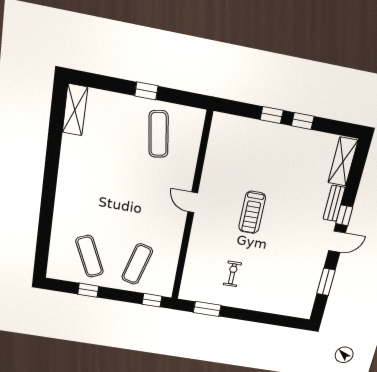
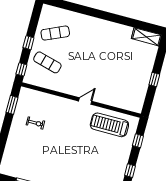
window: (272, 115) -> (138, 141), moved
exercise mat: (159, 134) -> (129, 84), removed
treadmill: (252, 212) -> (109, 125), moved, width x1.37, depth x1.37
window: (88, 290) -> (28, 43), moved

